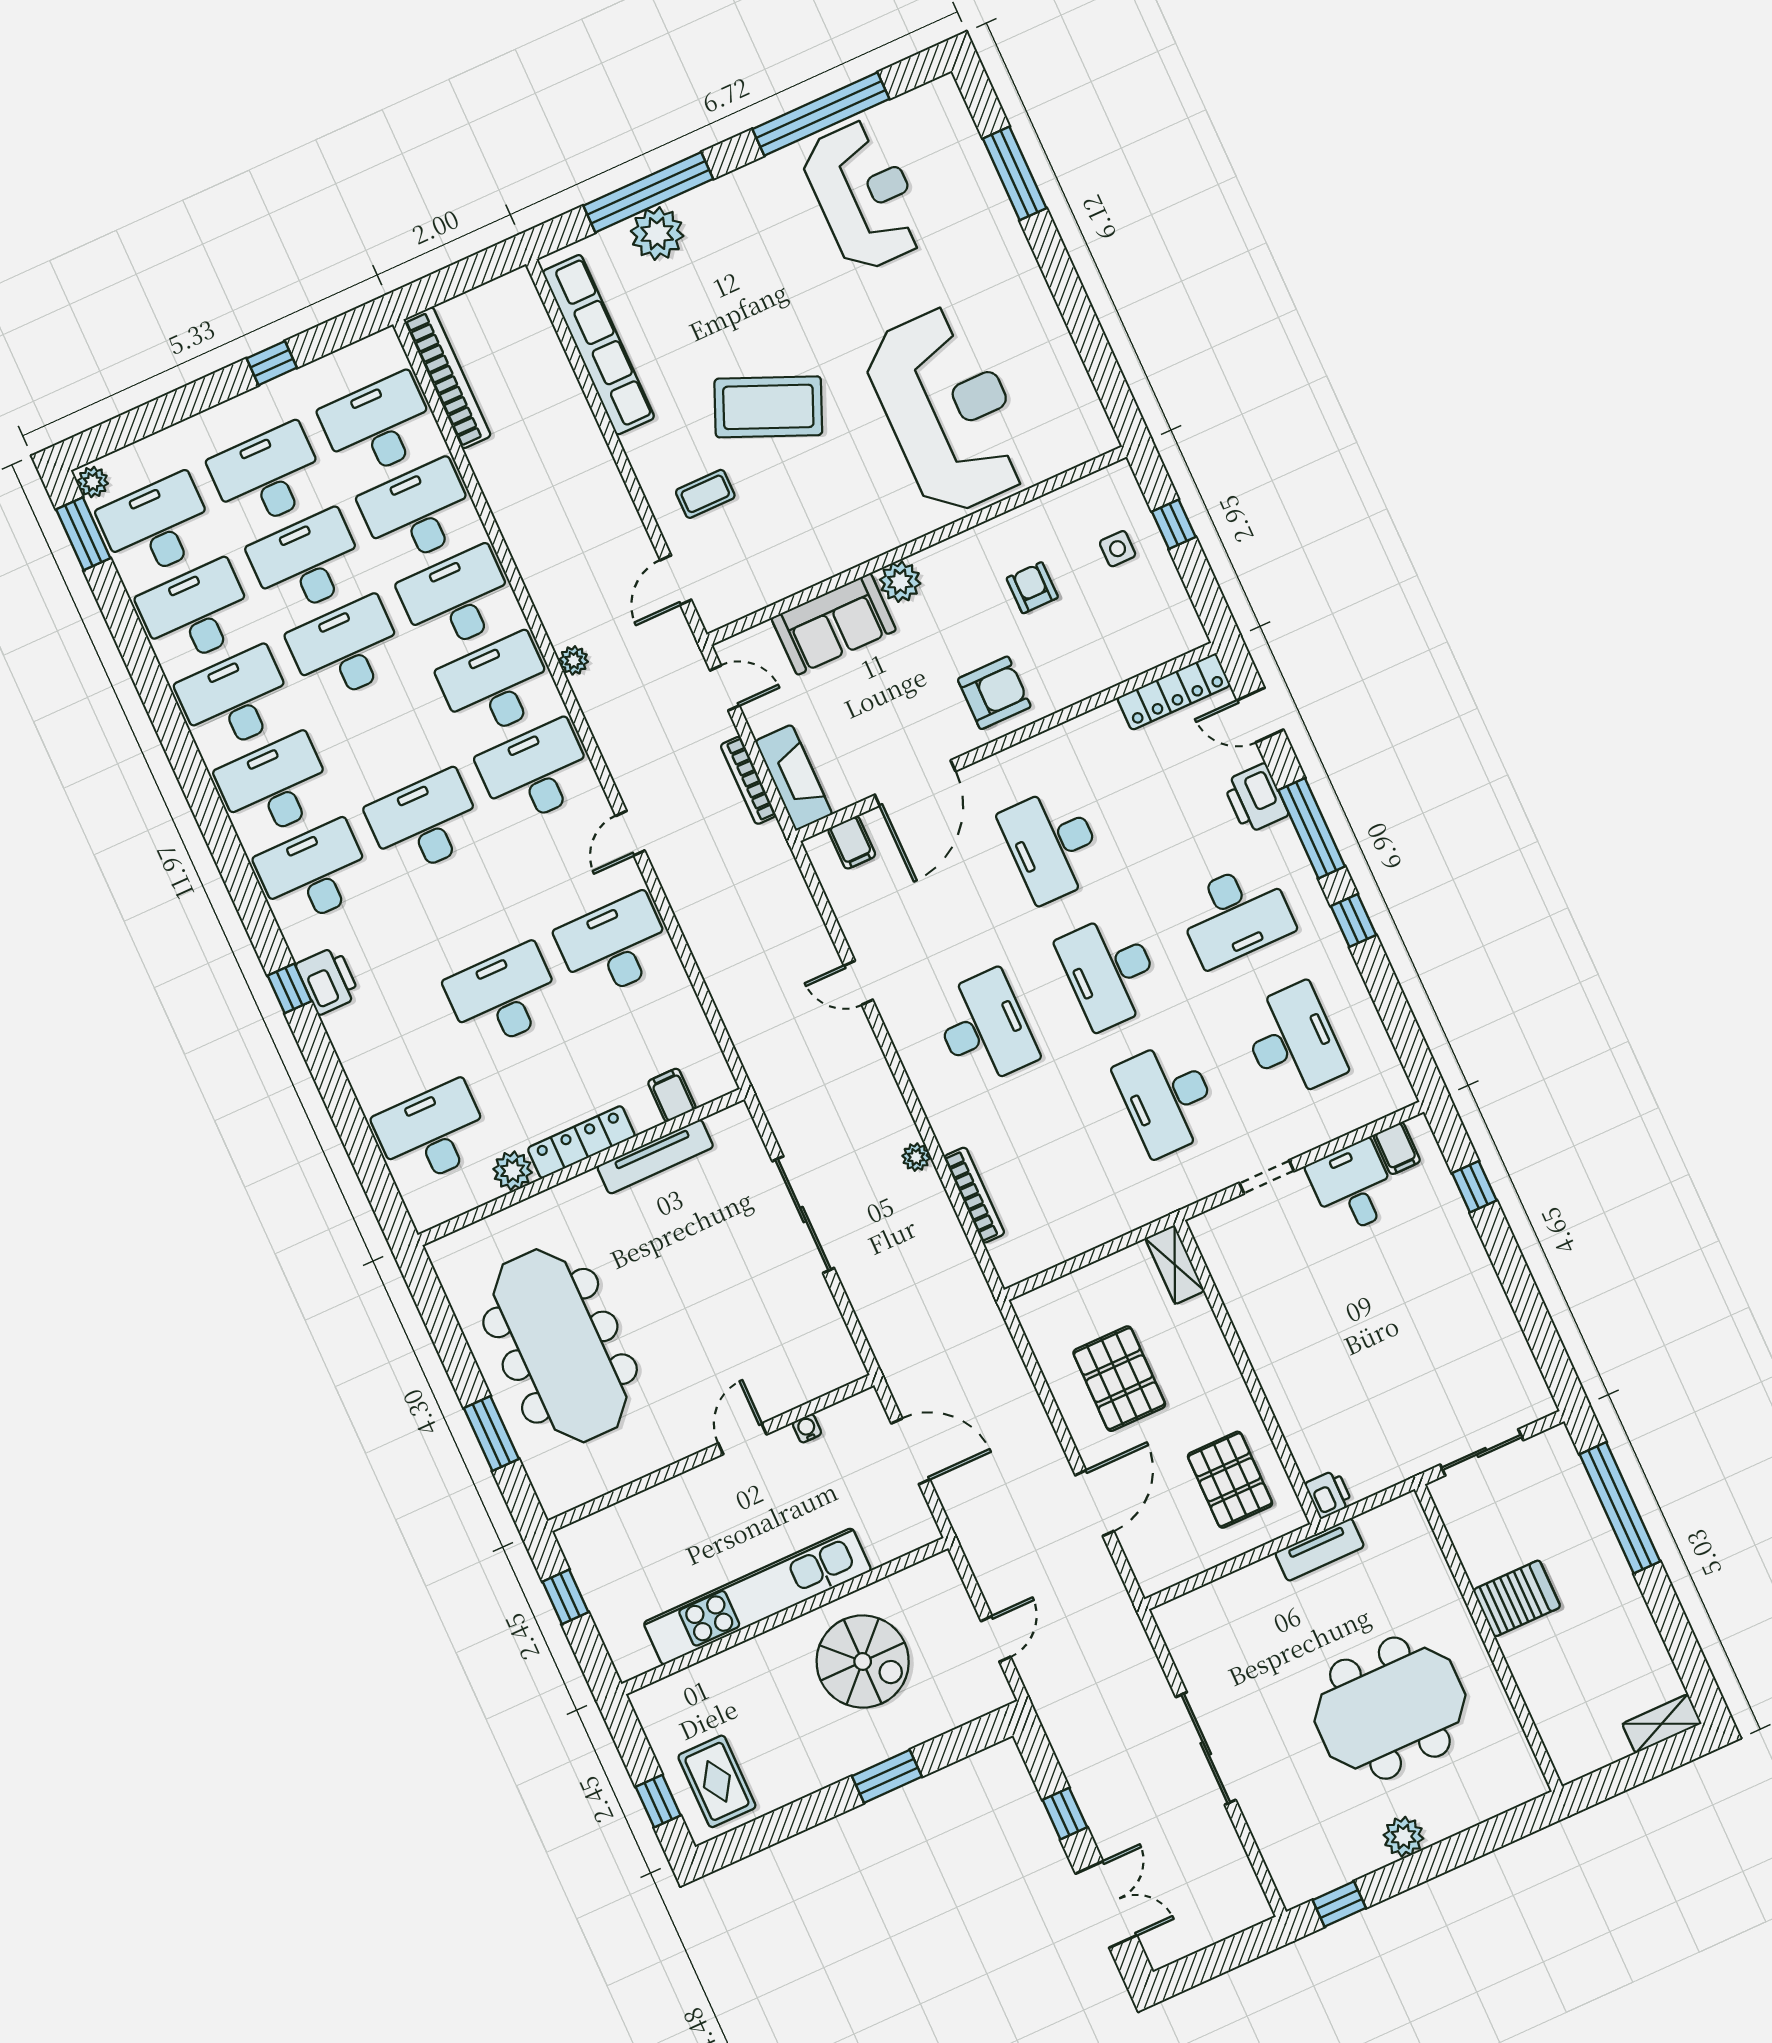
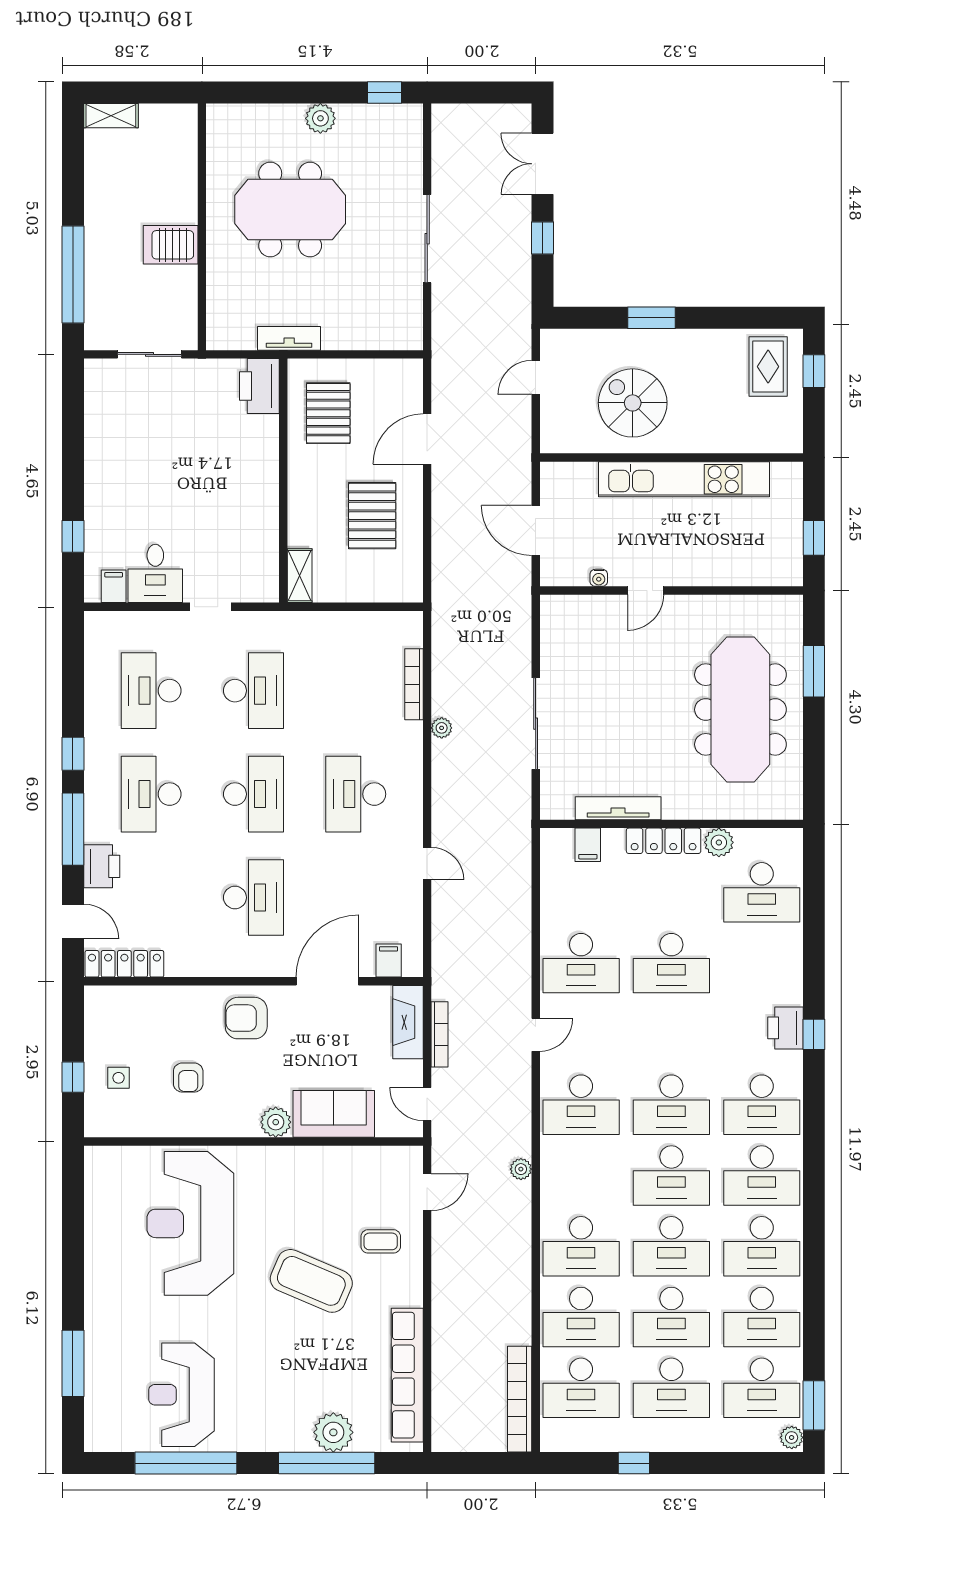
desk: (496, 686) -> (671, 1175), moved
desk: (1235, 914) -> (151, 794), turned -90
printer: (1329, 1494) -> (259, 386), width x1.87, depth x1.48

